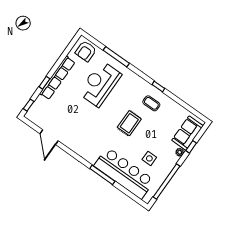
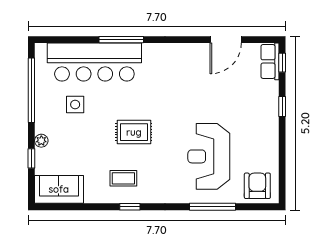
row of seats: (57, 78) -> (270, 61), moved, width x0.50
reception desk: (100, 84) -> (209, 156), turned 180
rug: (129, 123) -> (134, 132), turned 90
sofa: (187, 133) -> (59, 189), moved, turned -90
door: (49, 137) -> (226, 40), swing flipped

